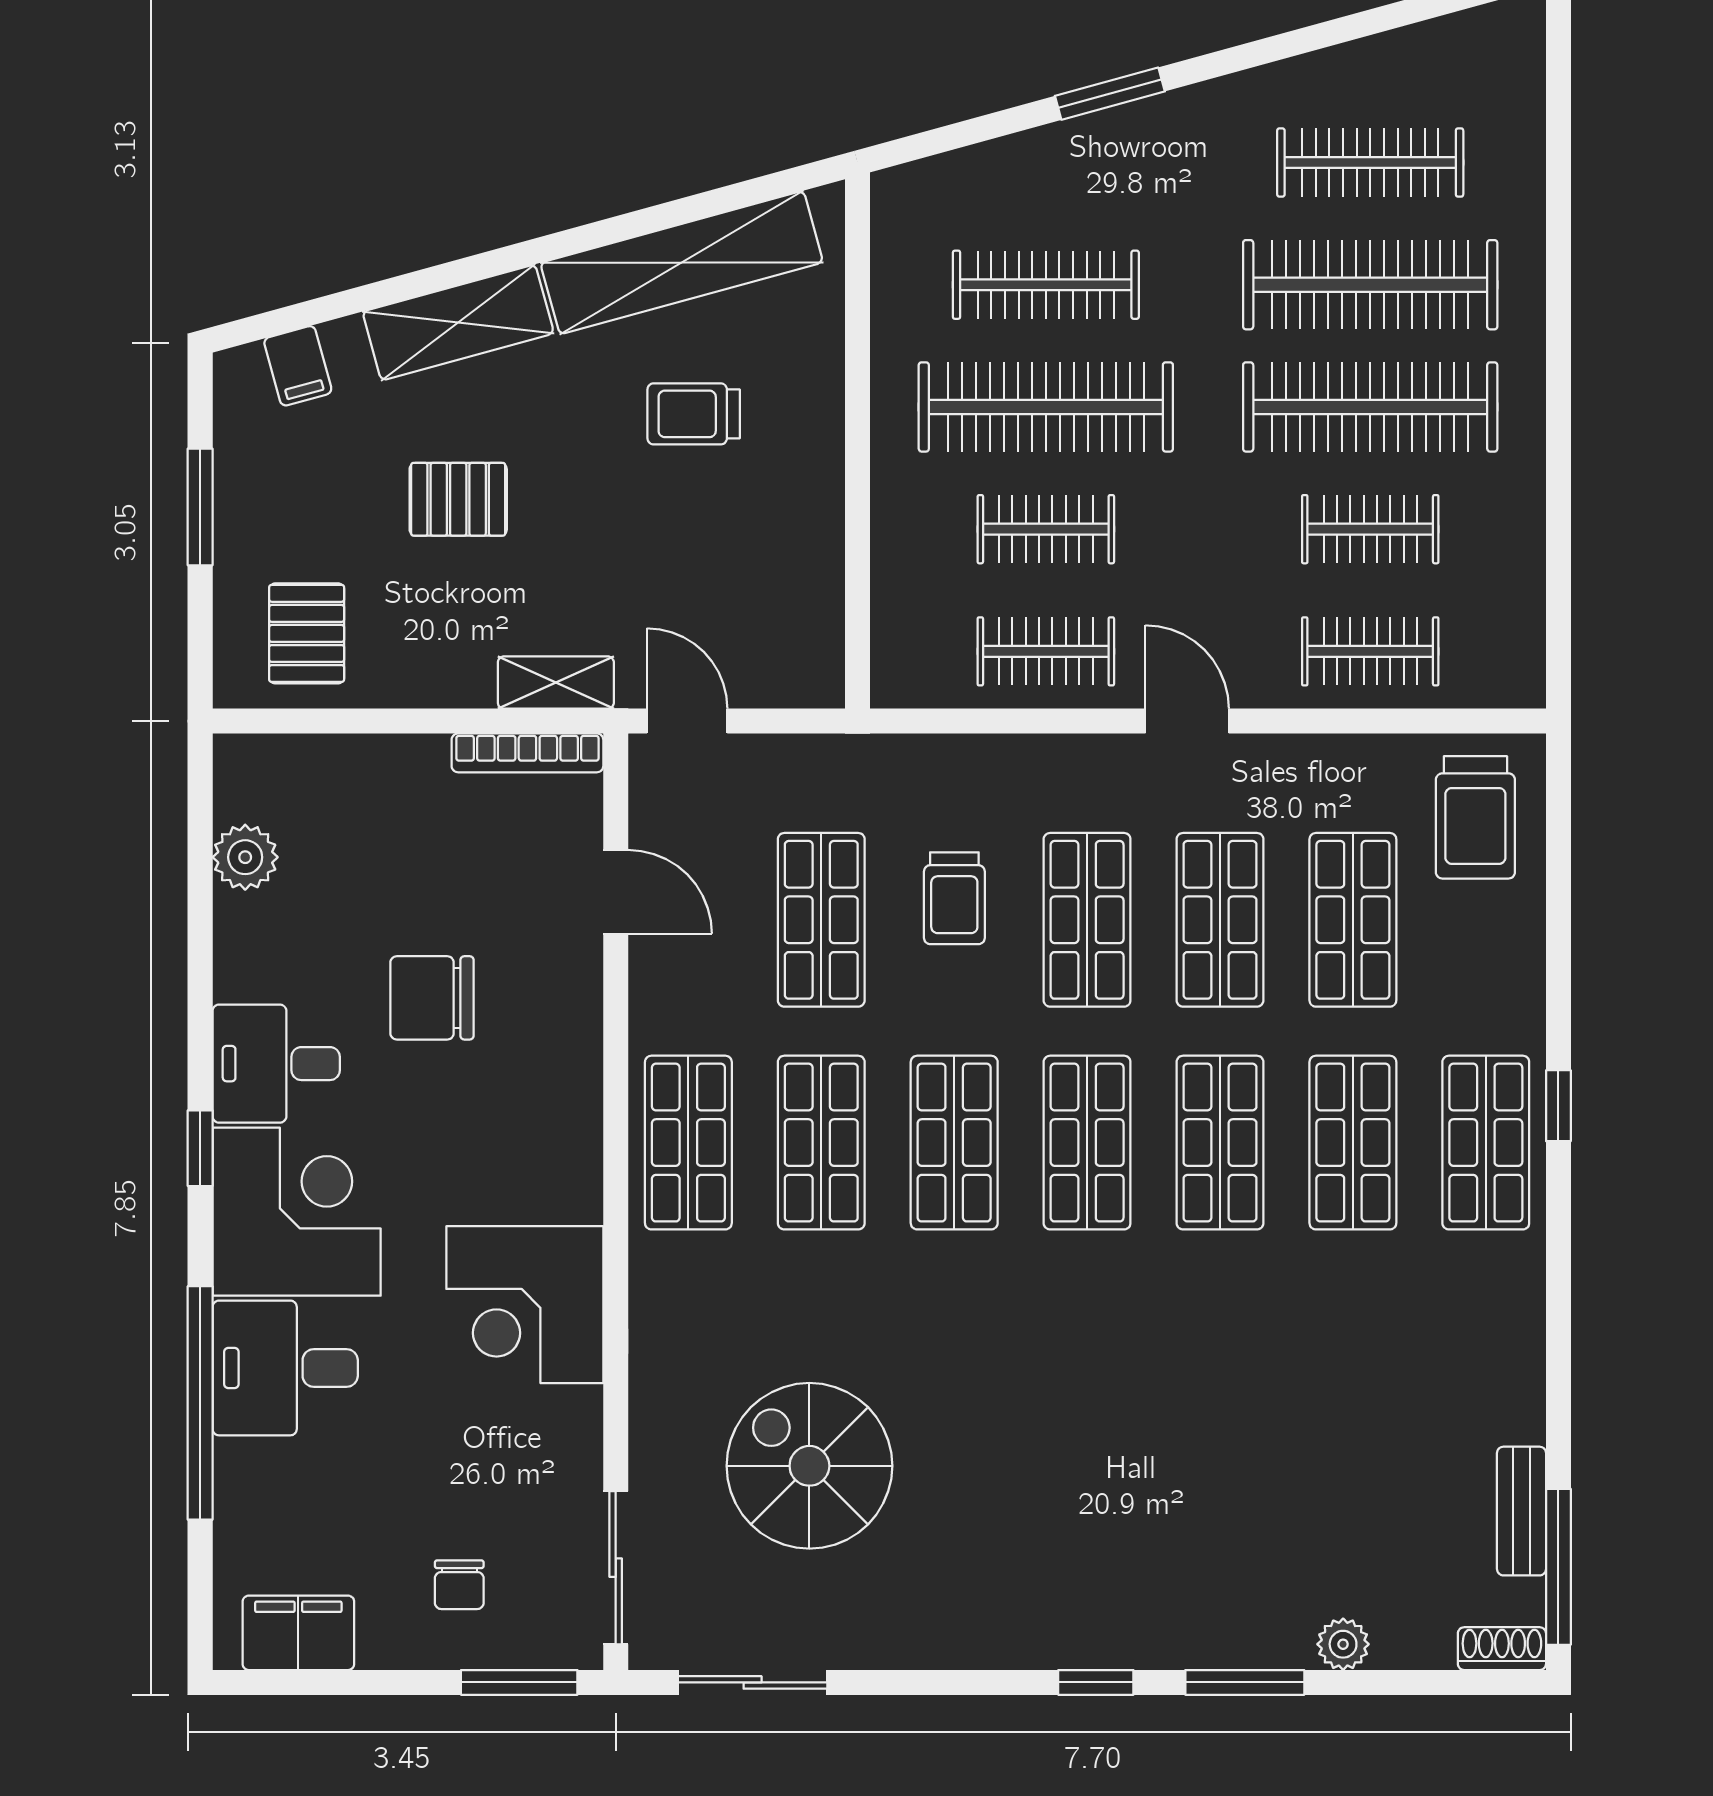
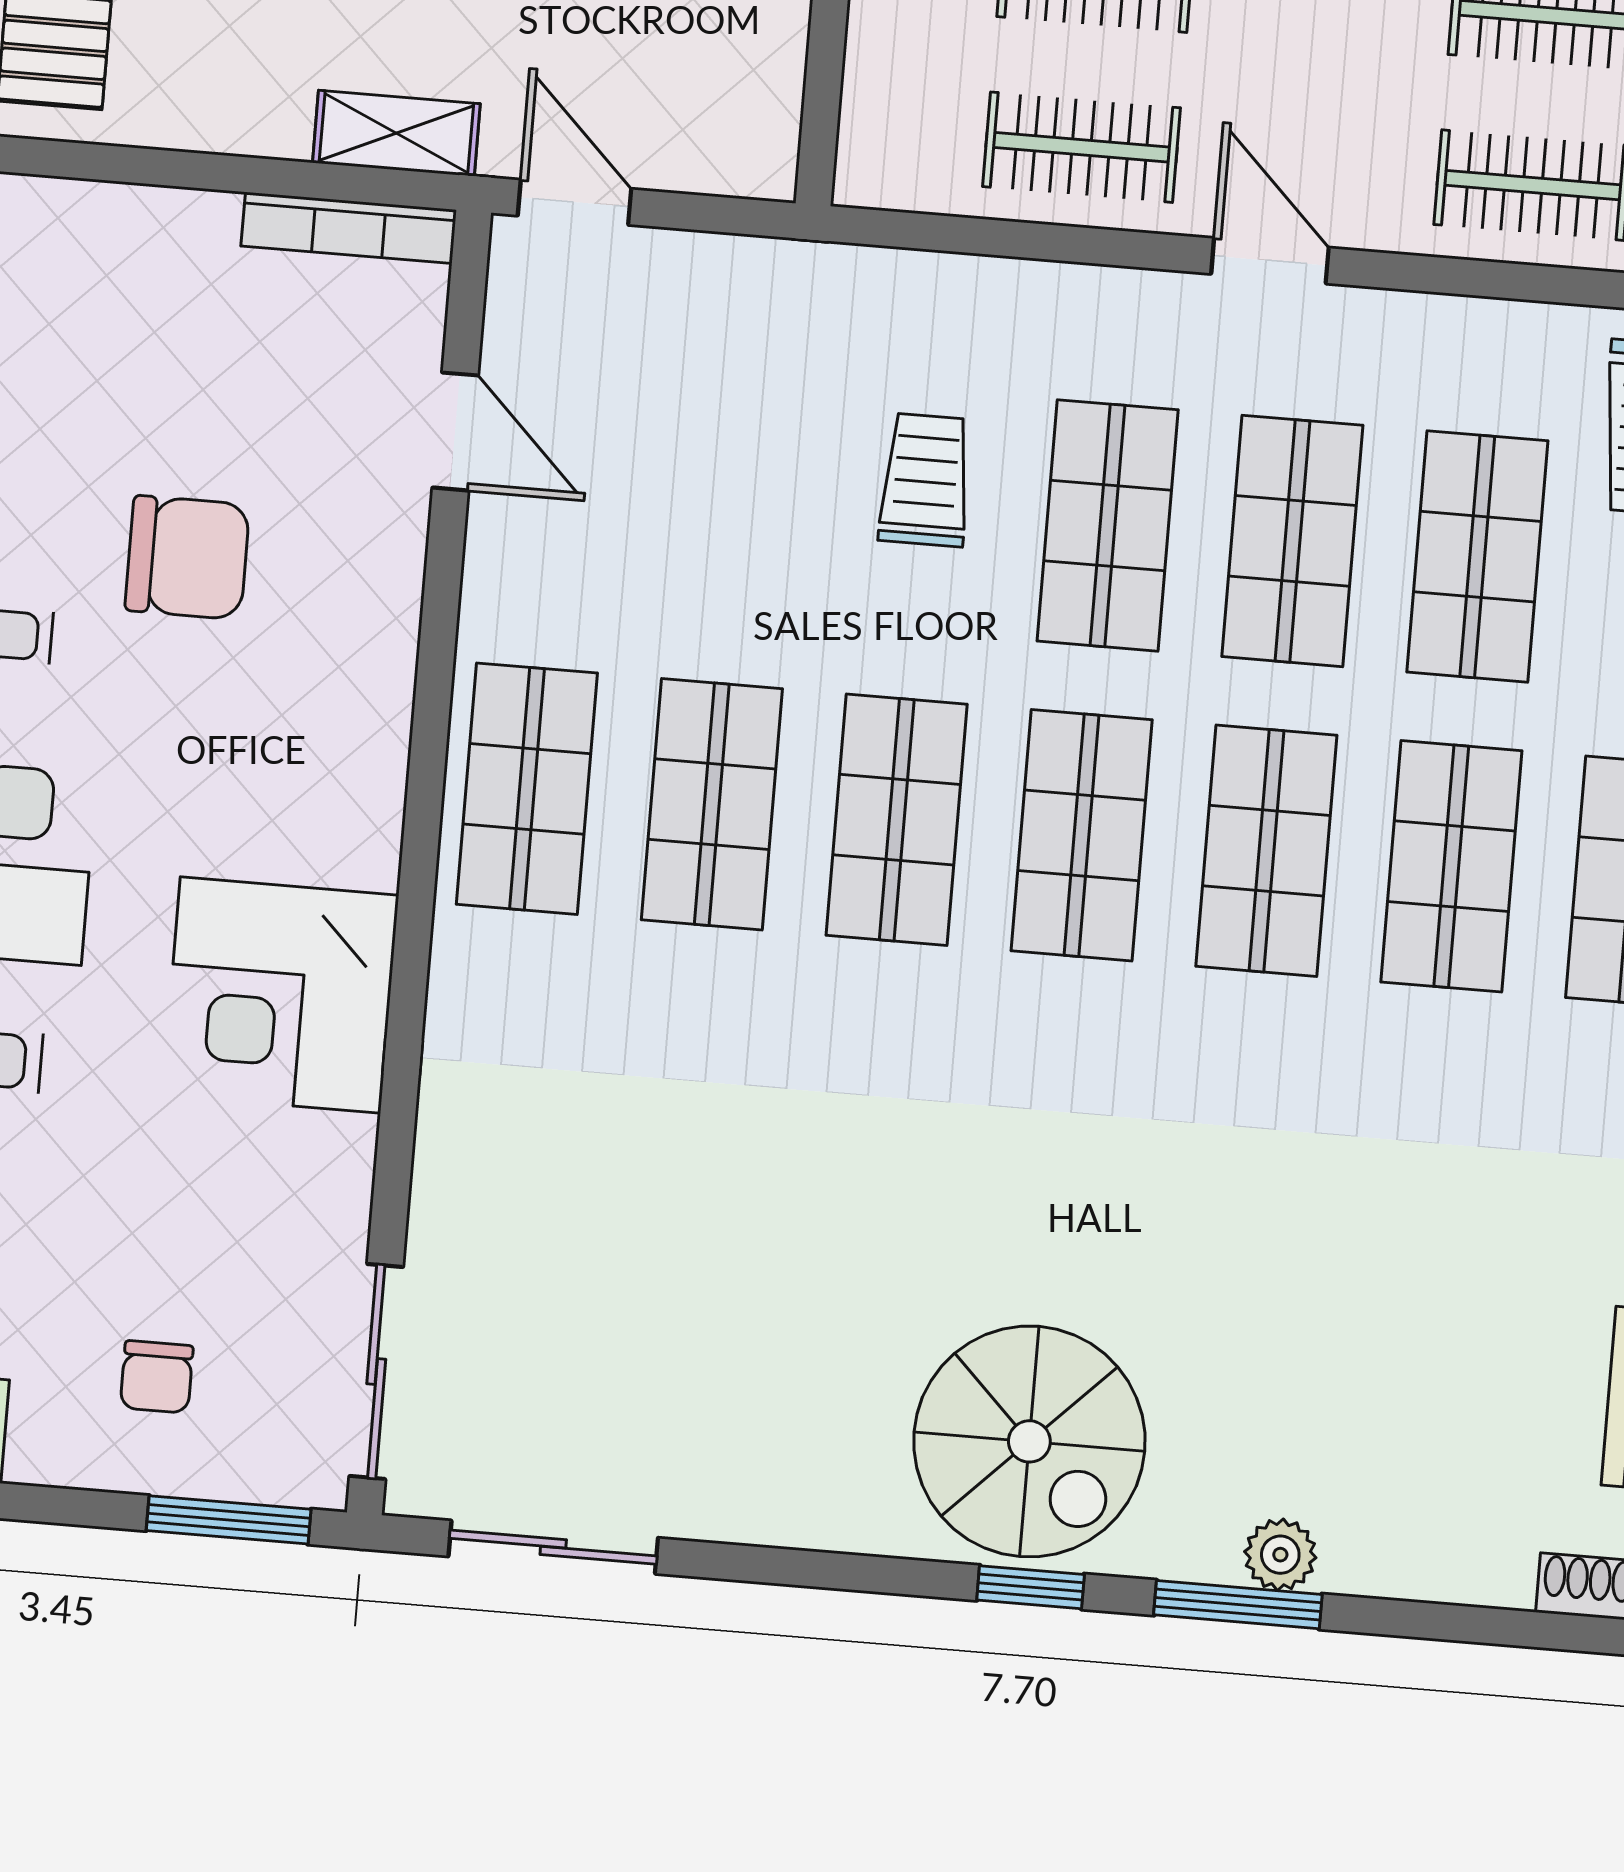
trolley: (954, 898) -> (925, 480), turned 180
shop shelf: (821, 920) -> (738, 494), removed
chair: (432, 998) -> (187, 557), turned 180
spiral stairs: (809, 1466) -> (1029, 1441), moved, turned 180
plant: (1343, 1644) -> (1280, 1555), moved

